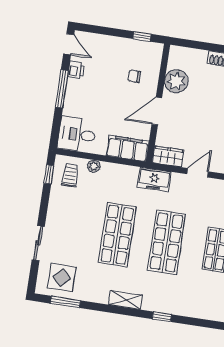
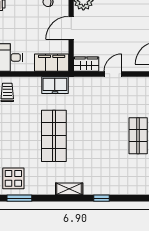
plant: (94, 166) -> (26, 82), removed
freezer: (154, 179) -> (55, 85), moved
shop shelf: (167, 242) -> (96, 136), removed

